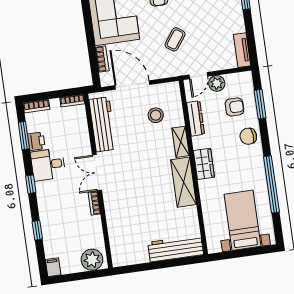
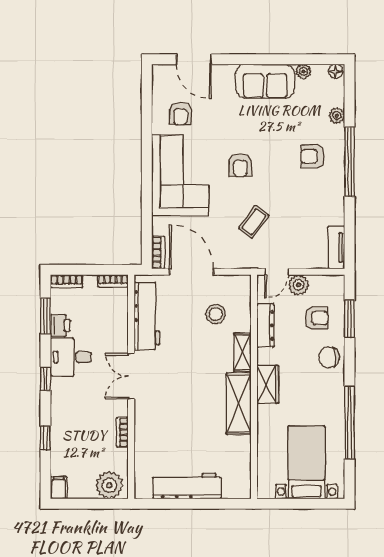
bookcase: (102, 59) -> (158, 252), moved
bookcase: (94, 203) -> (122, 432), moved
workbench: (176, 248) -> (187, 486), moved

